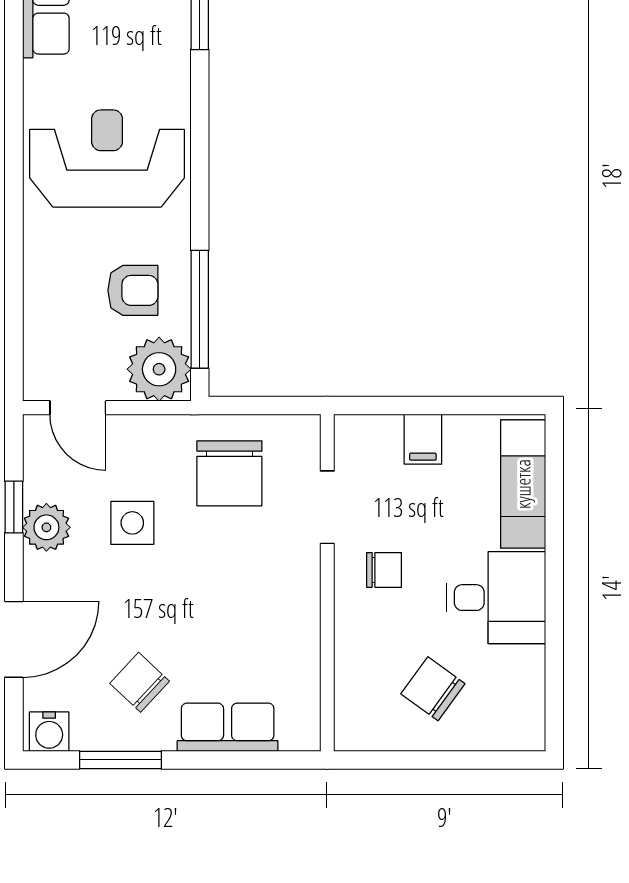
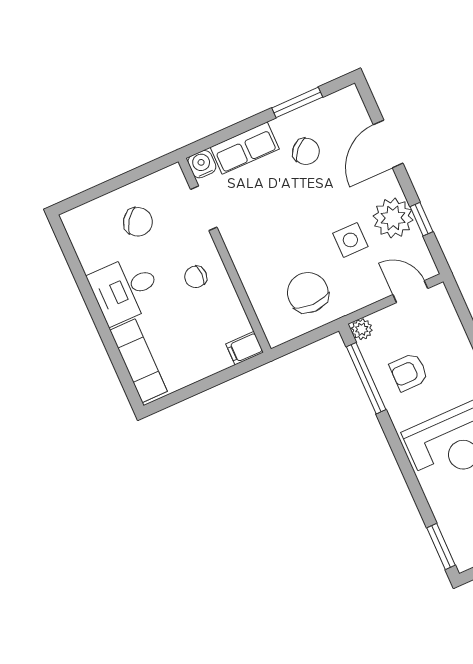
plant: (159, 369) -> (362, 329), width x0.53, depth x0.53
filing cabinet: (423, 439) -> (245, 348), moved, turned -90
doorway: (327, 507) -> (204, 208), moved
plant: (46, 527) -> (393, 218), width x1.36, depth x1.36
water cooler: (49, 732) -> (202, 164), moved

